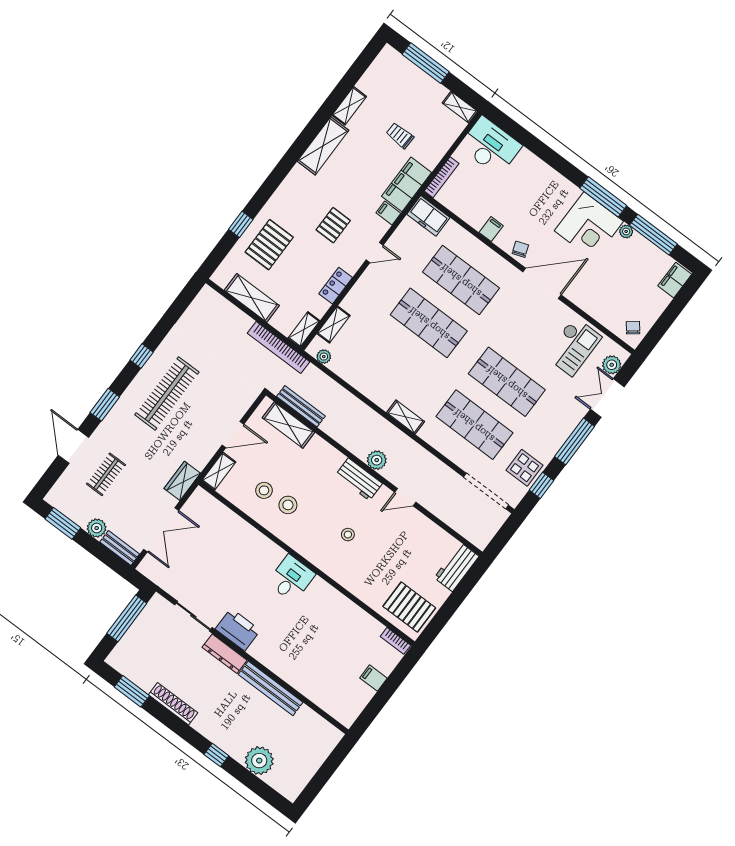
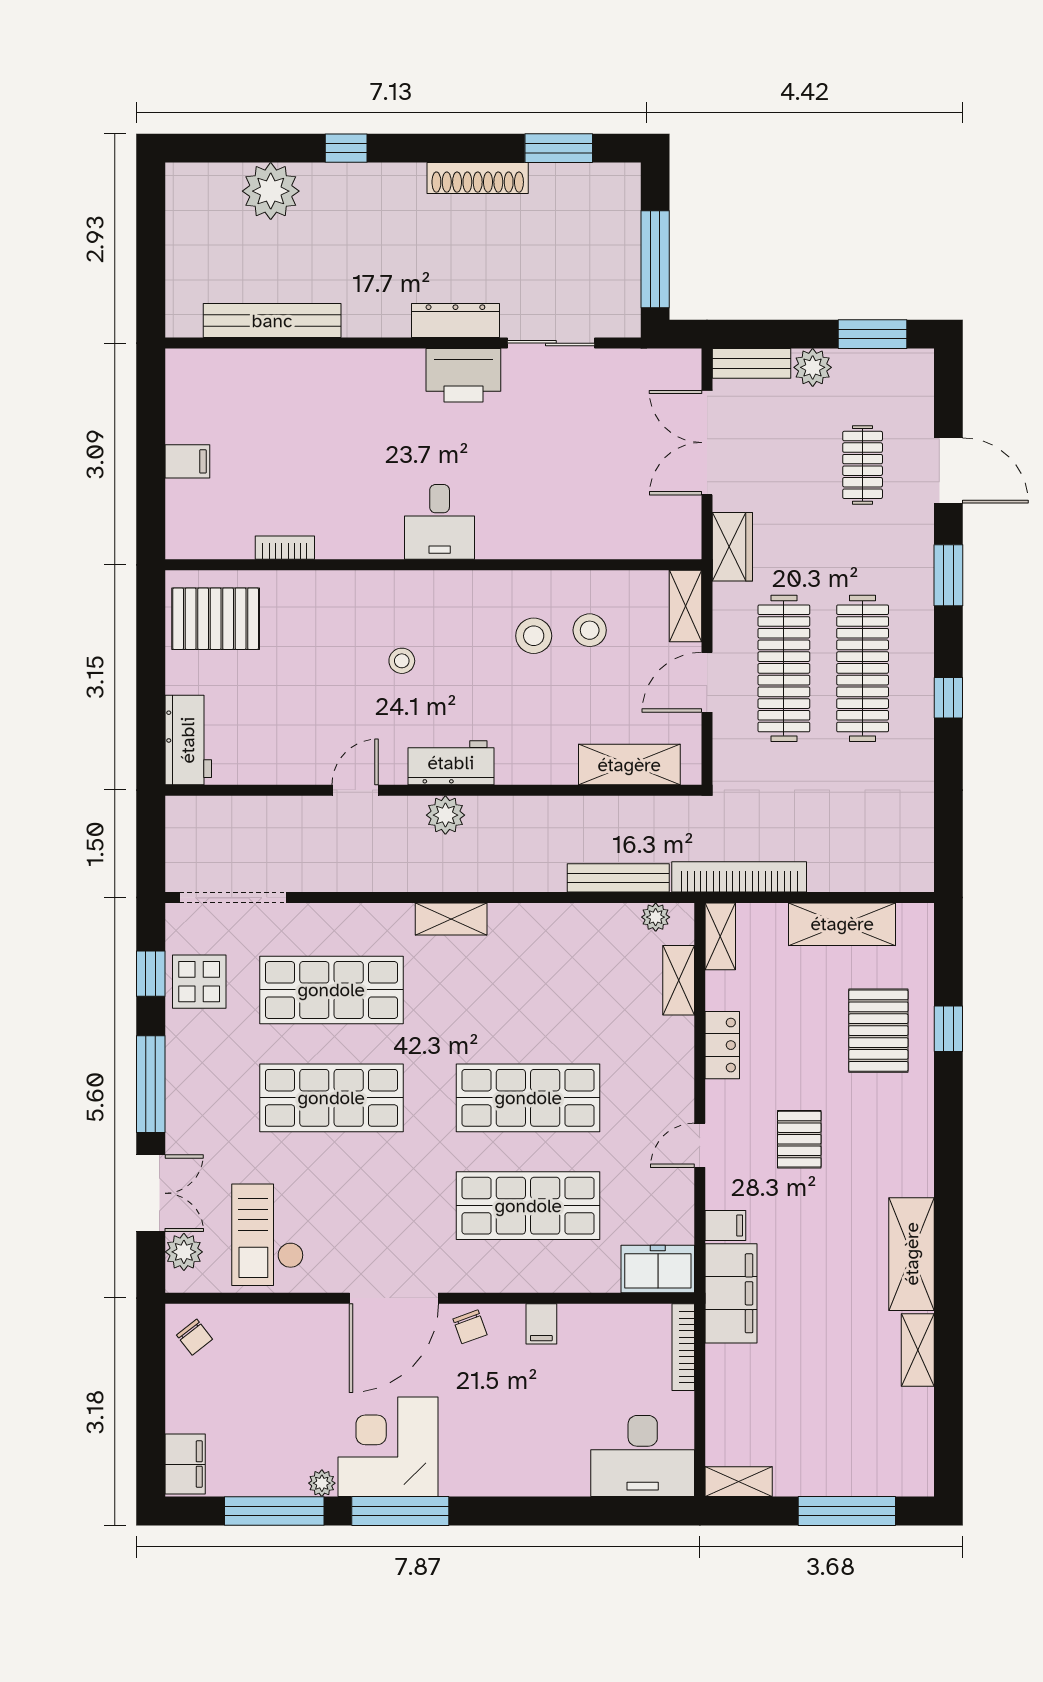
trolley: (400, 136) -> (800, 1364), removed
bench: (301, 406) -> (618, 878), moved
clothes rail: (198, 417) -> (784, 668), added
bookcase: (395, 641) -> (285, 548), moved
bench: (271, 688) -> (272, 321), moved

